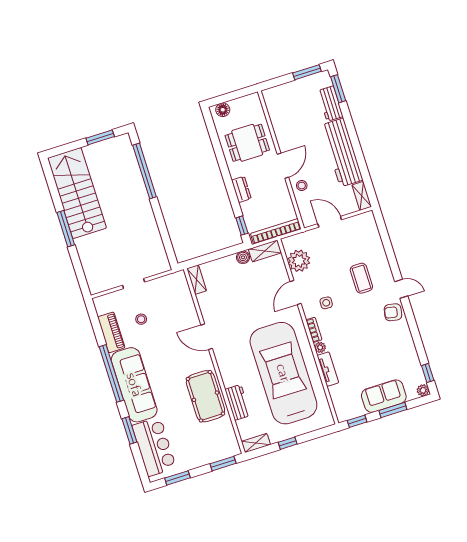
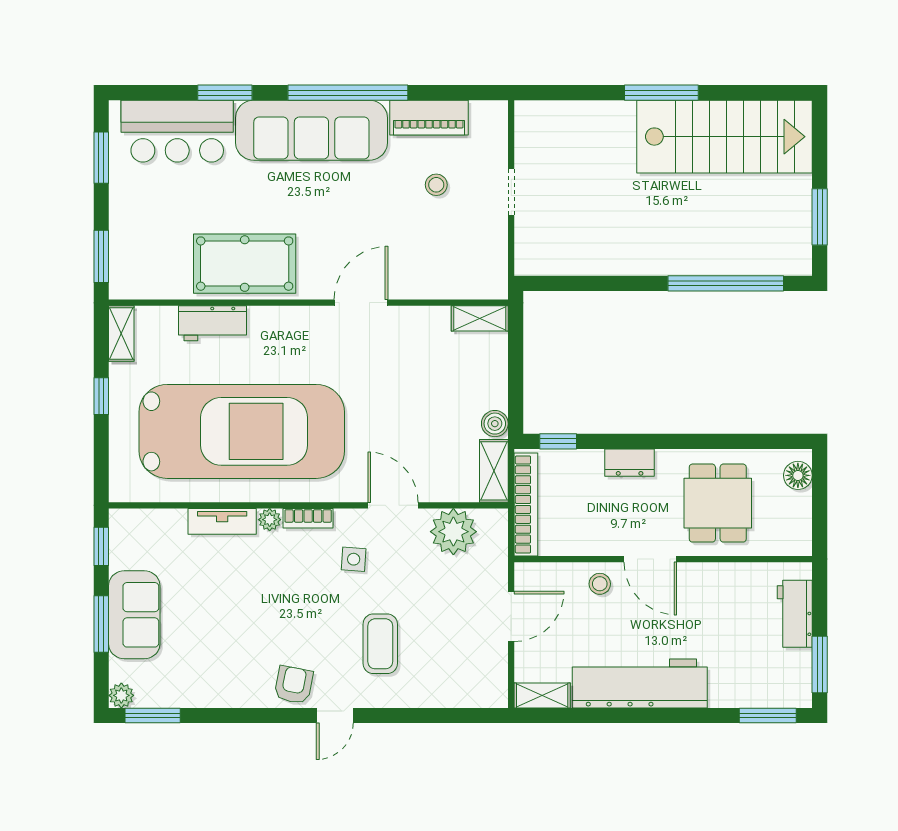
workbench: (330, 104) -> (795, 614), moved, turned -90
coffee table: (361, 278) -> (380, 644), turned 90
window: (428, 373) -> (153, 716), width x1.50

